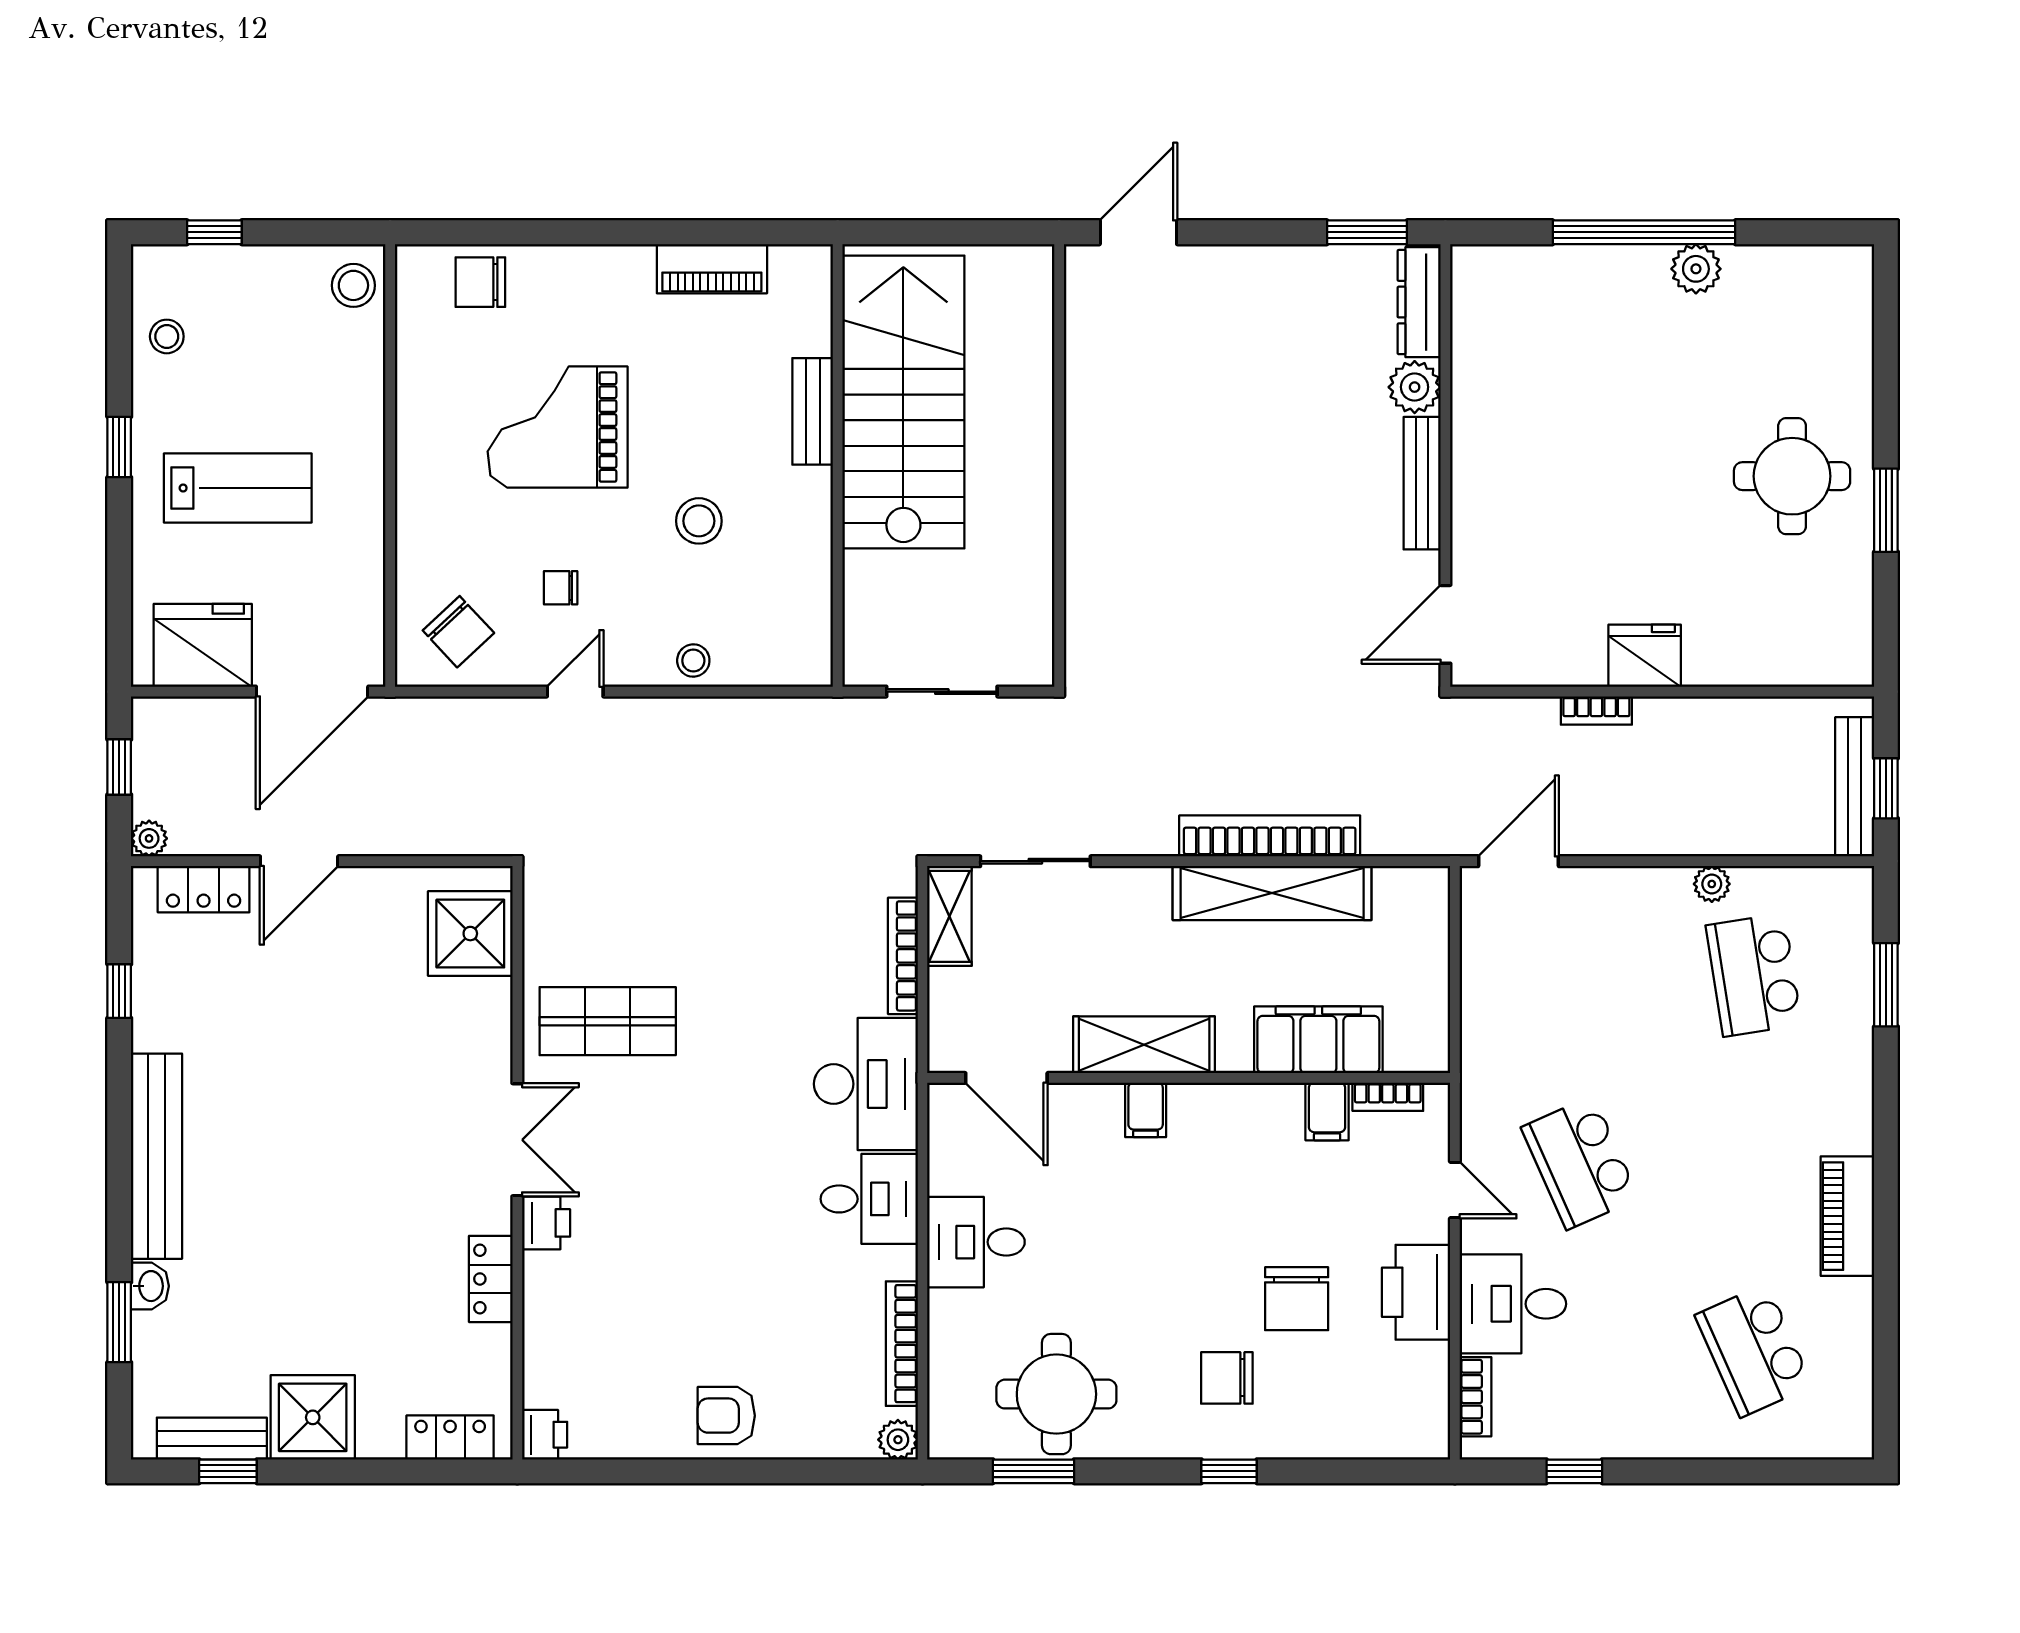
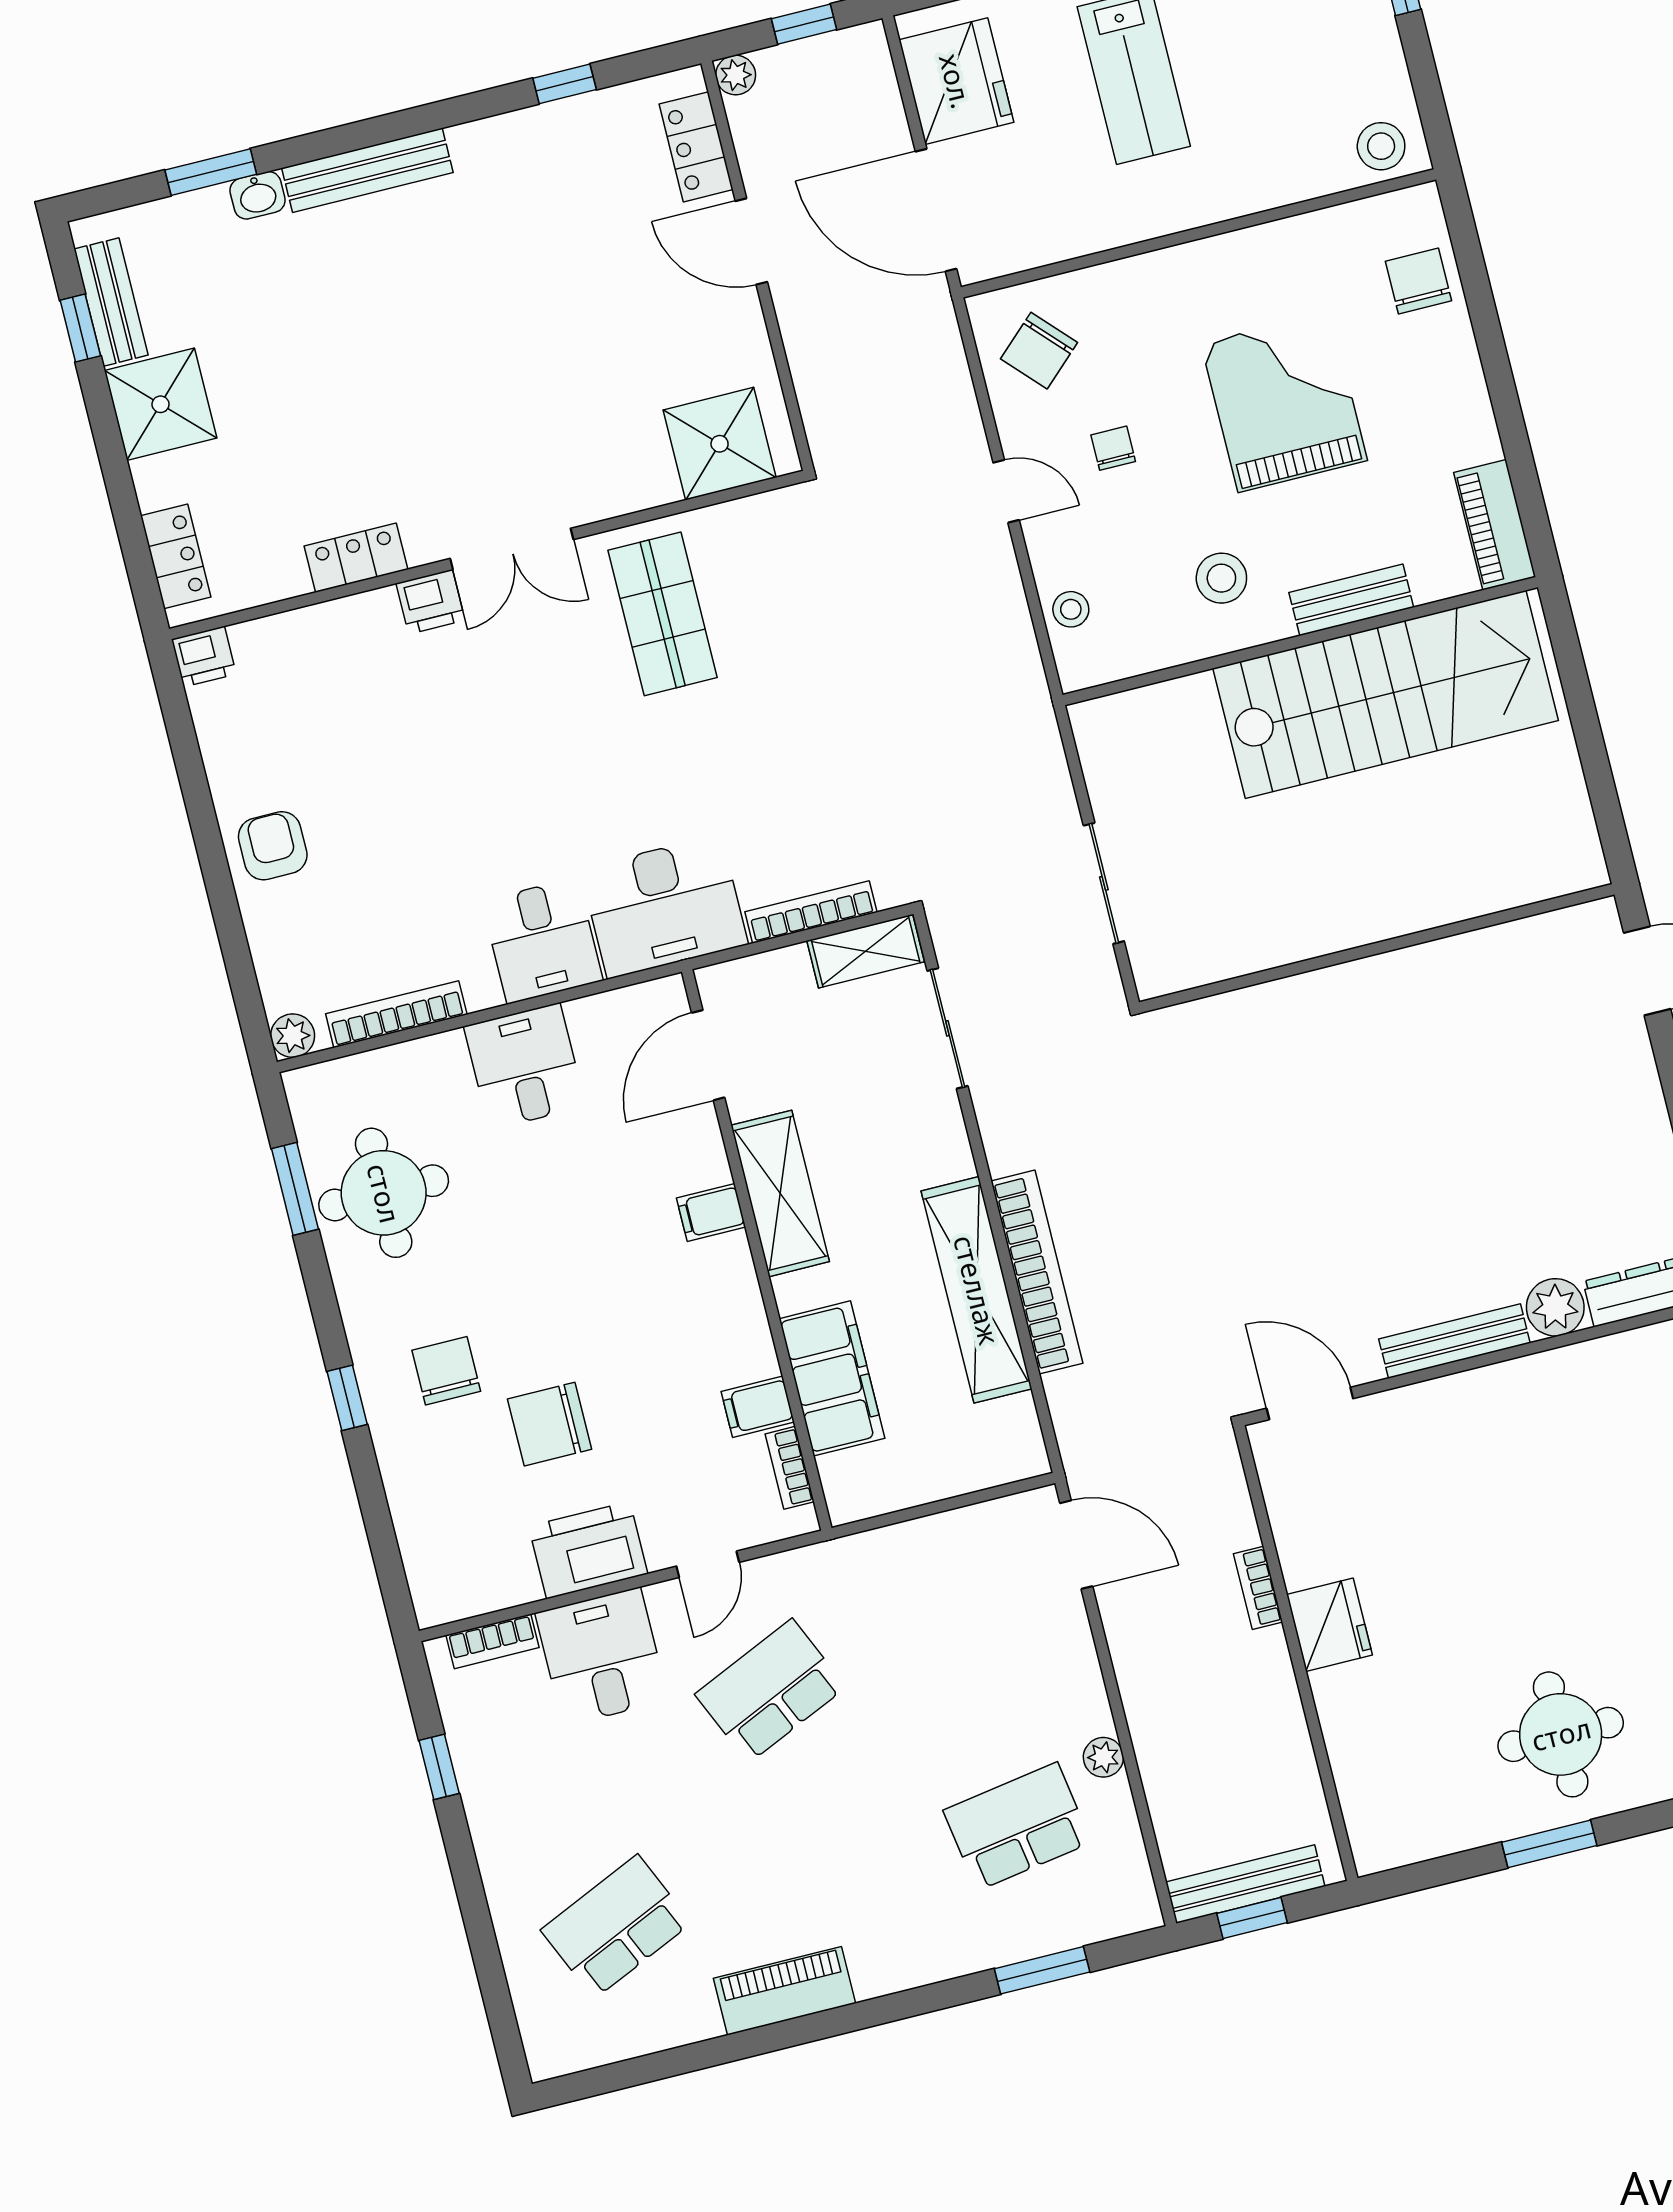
stairs: (903, 402) -> (1386, 694), moved
bench: (813, 411) -> (1351, 600), moved
wall: (838, 465) -> (1300, 641), moved
bench: (157, 1156) -> (367, 170), width x0.73, depth x0.82

